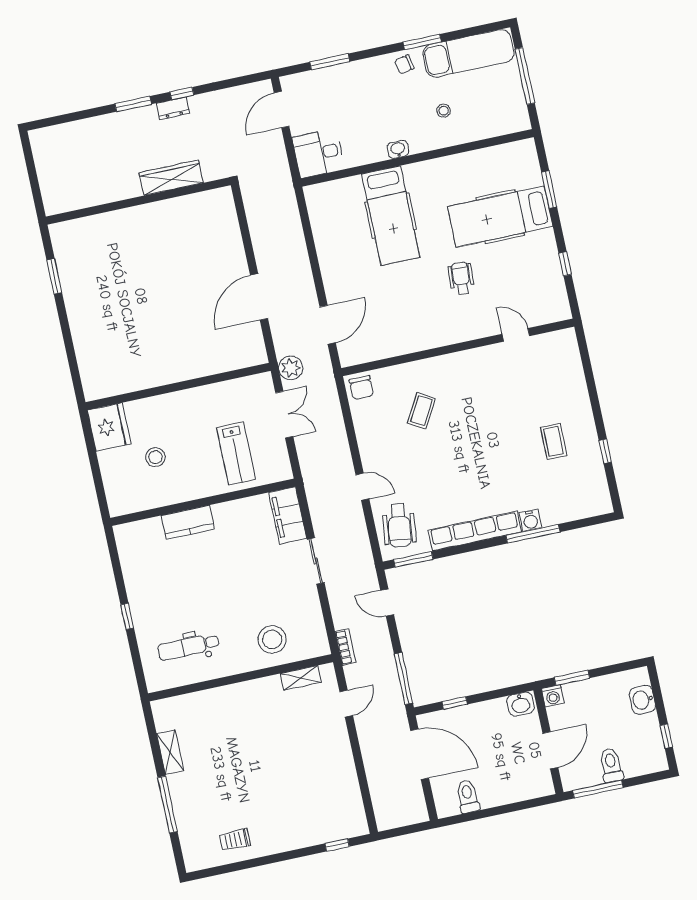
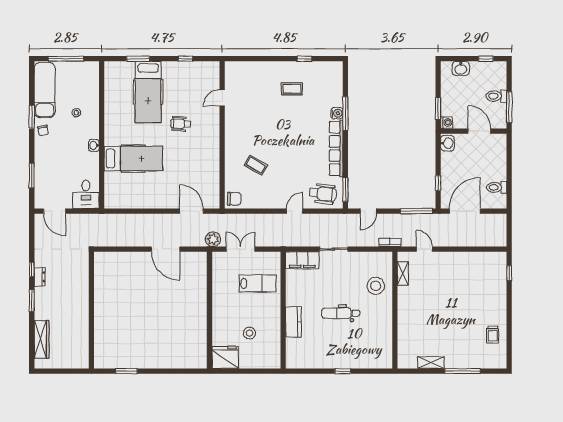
wardrobe: (171, 178) -> (42, 339), moved, turned 180
dental chair: (188, 647) -> (341, 313), moved, turned 90

